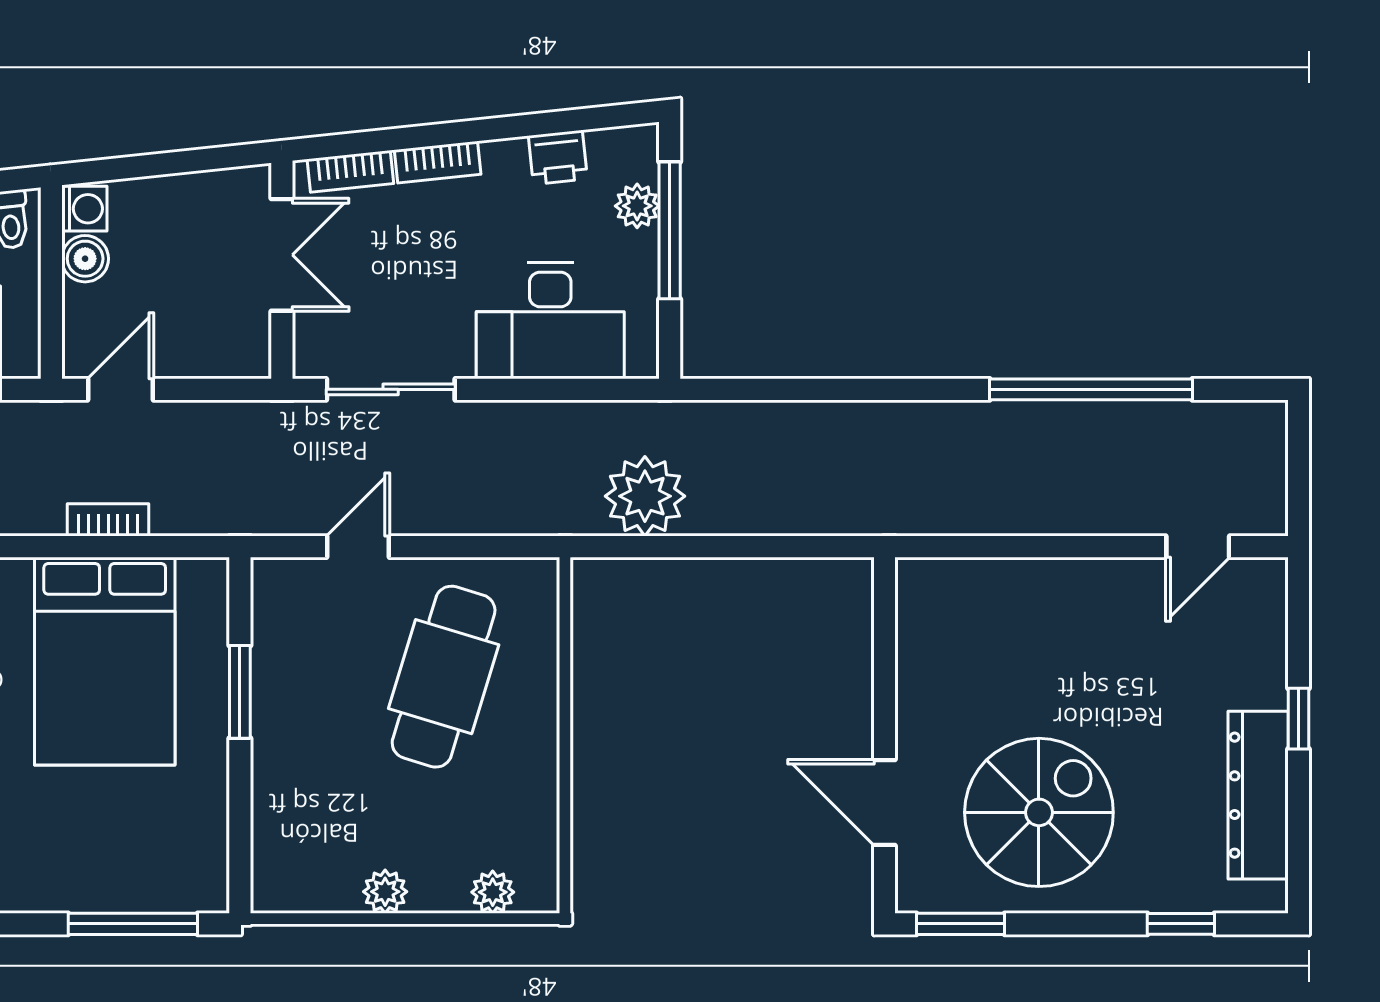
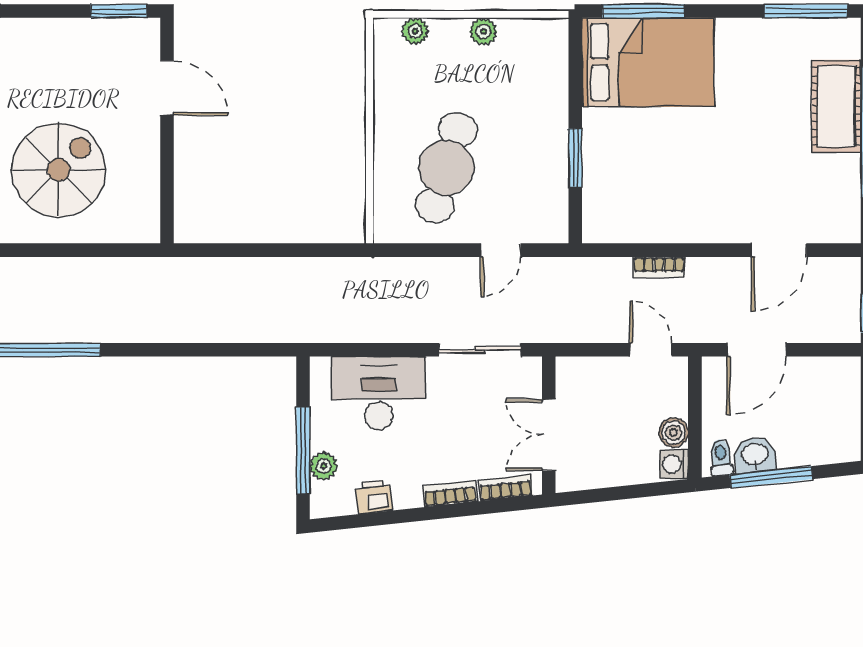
door: (121, 389) -> (651, 350), swing flipped
plant: (645, 496) -> (319, 282), removed
bed: (105, 661) -> (648, 62), moved, turned 90
spiral stairs: (1039, 812) -> (59, 170), moved, turned 180

